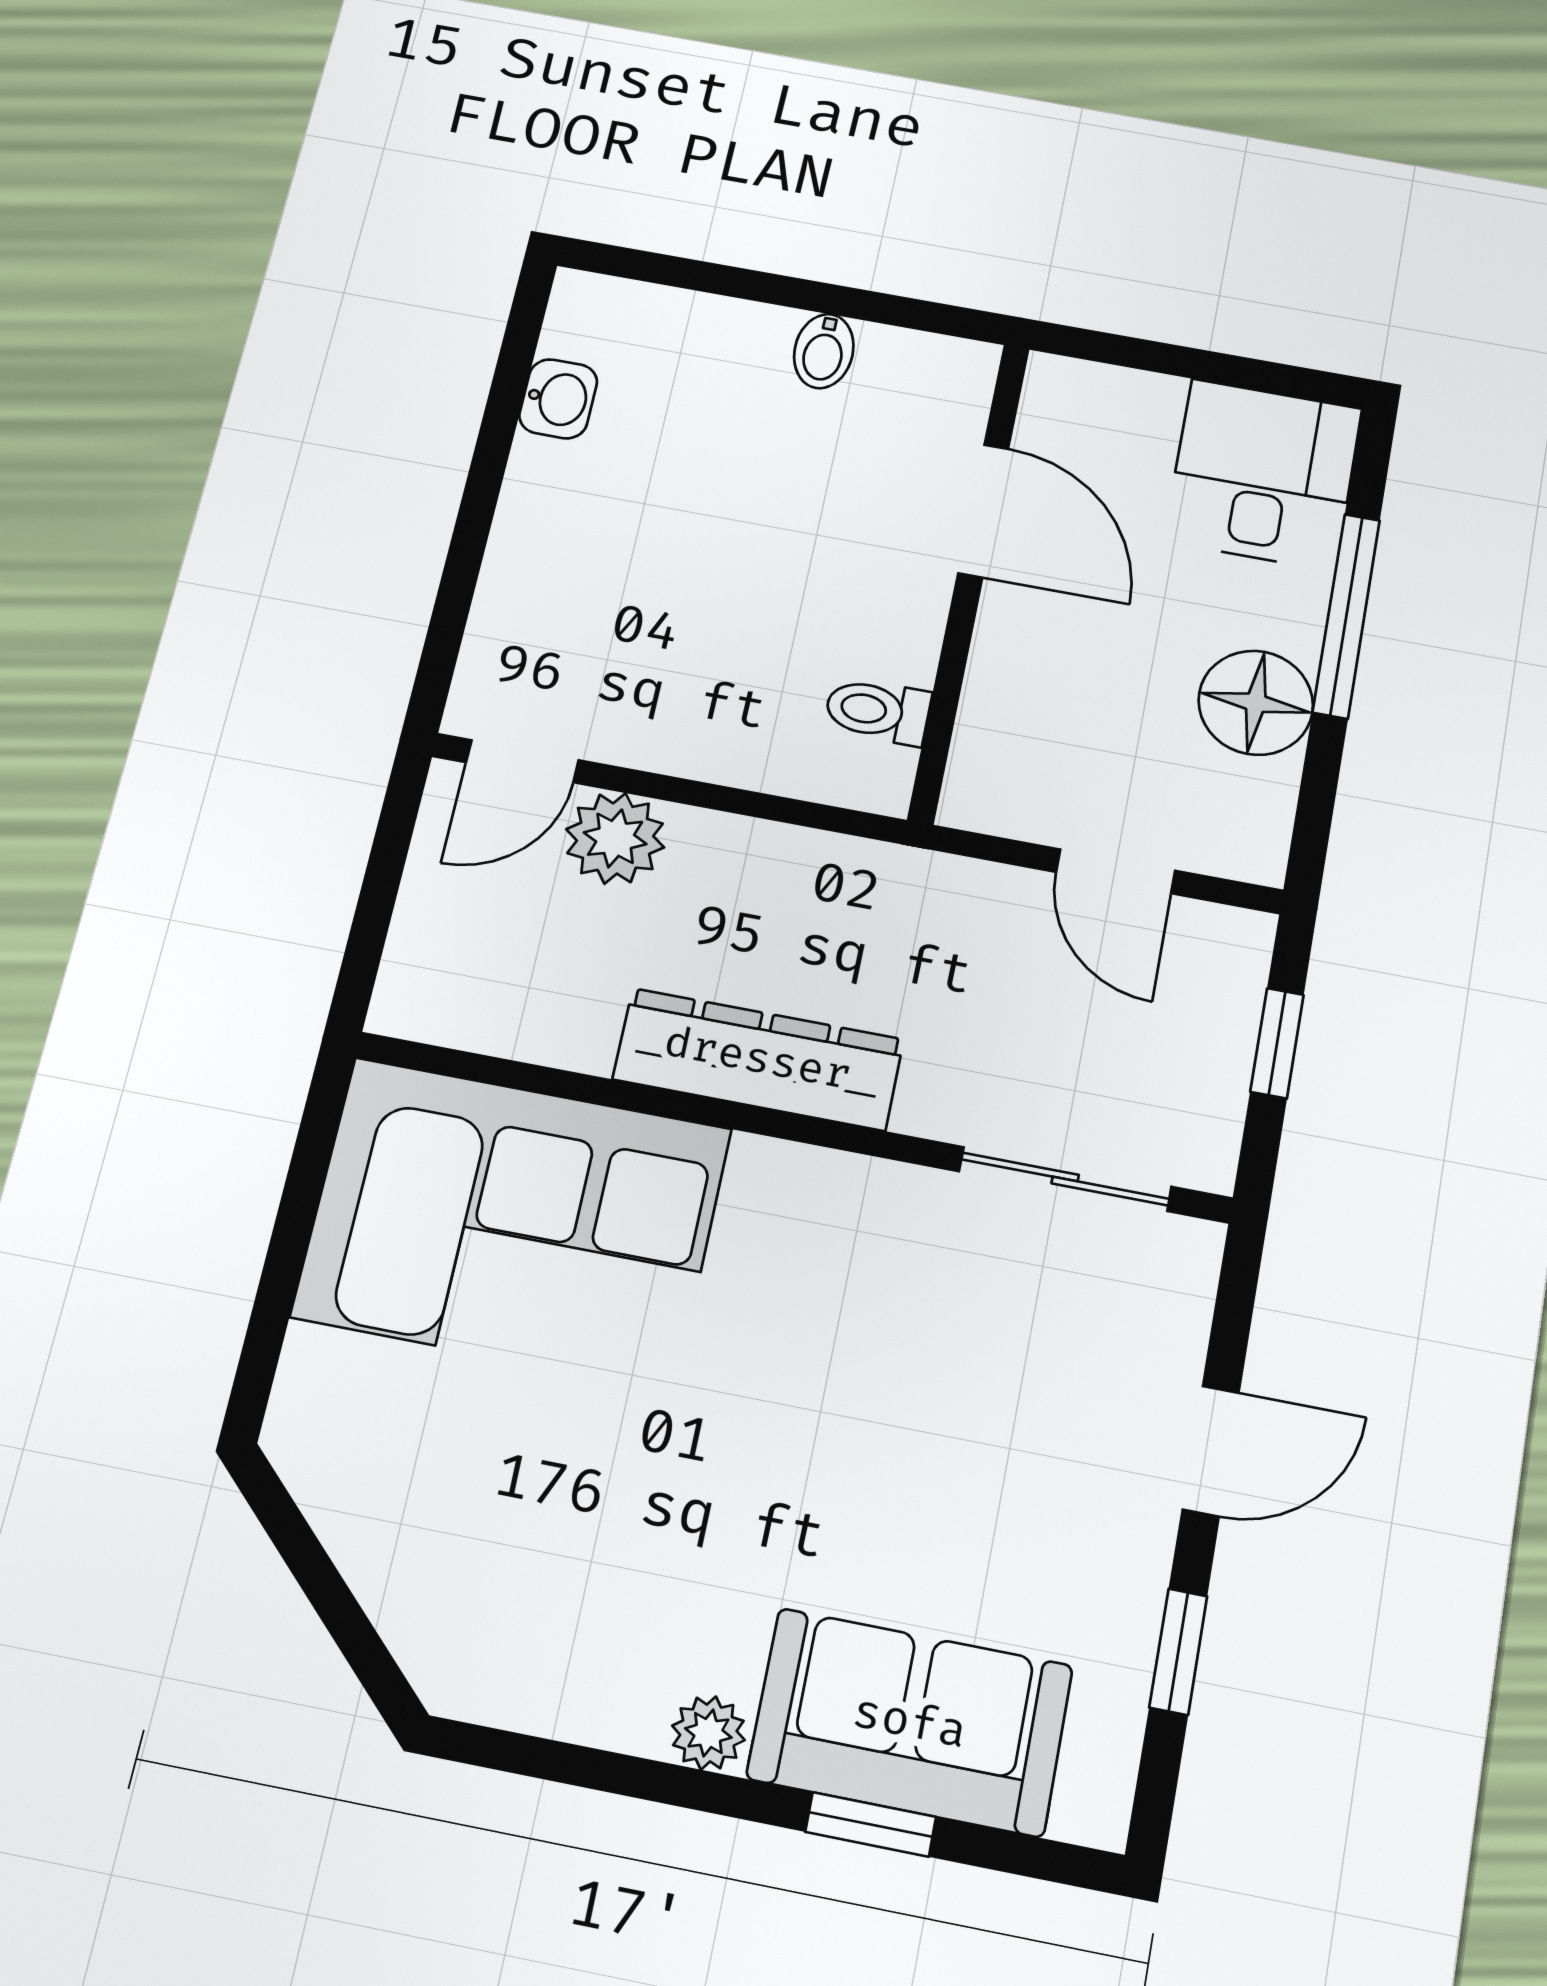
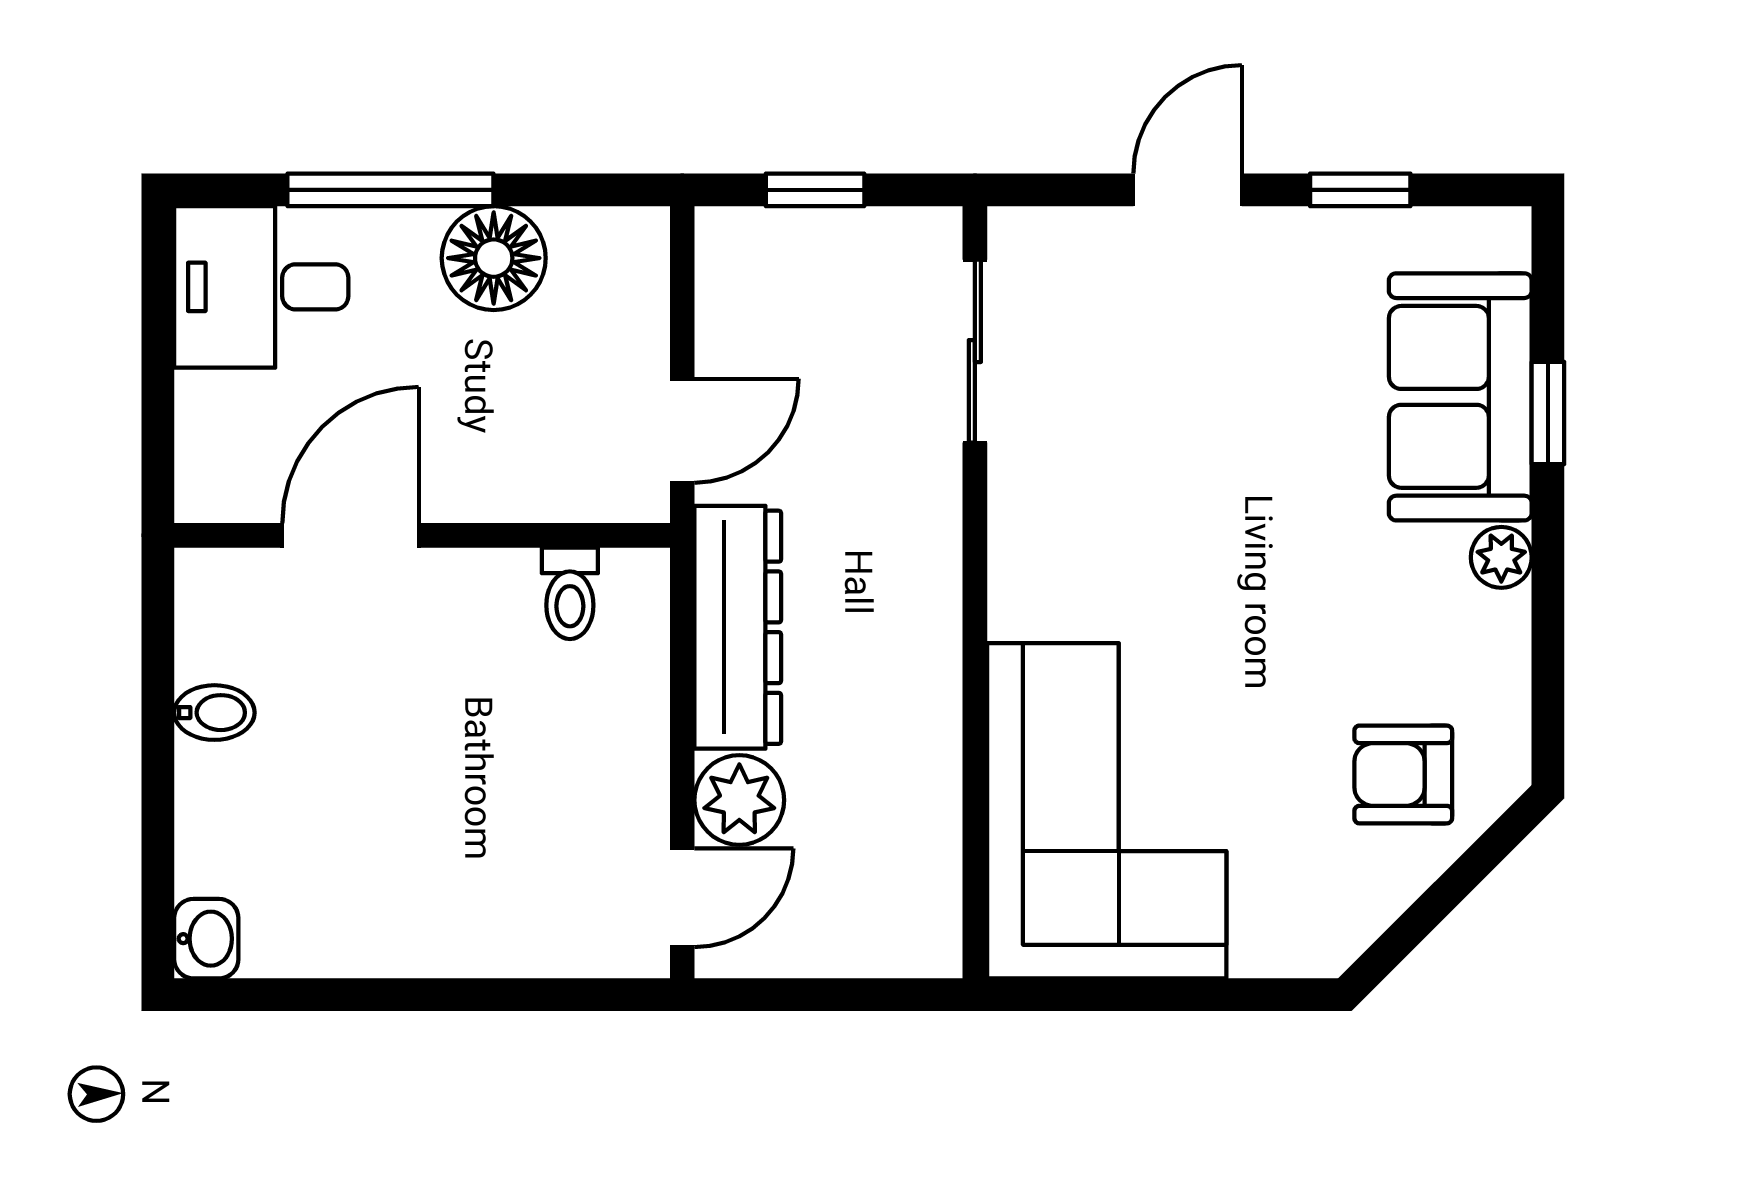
washbasin: (558, 399) -> (206, 939), moved, turned 90
door: (522, 761) -> (682, 898), hinge flipped
door: (1116, 871) -> (682, 431), moved
dresser: (758, 1059) -> (738, 627), moved, turned 180
door: (1211, 1451) -> (1188, 190), hinge flipped
armchair: (477, 1565) -> (1403, 774), added

